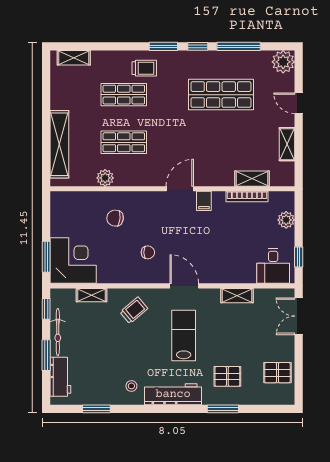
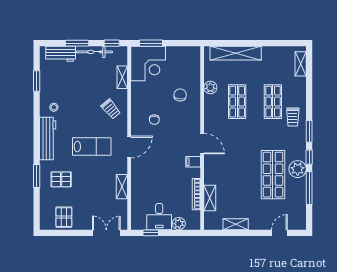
plant: (283, 62) -> (298, 169), moved
door: (299, 103) -> (279, 233), moved
desk: (273, 266) -> (159, 217), moved, turned -90
pallet: (227, 376) -> (61, 179), turned 90

